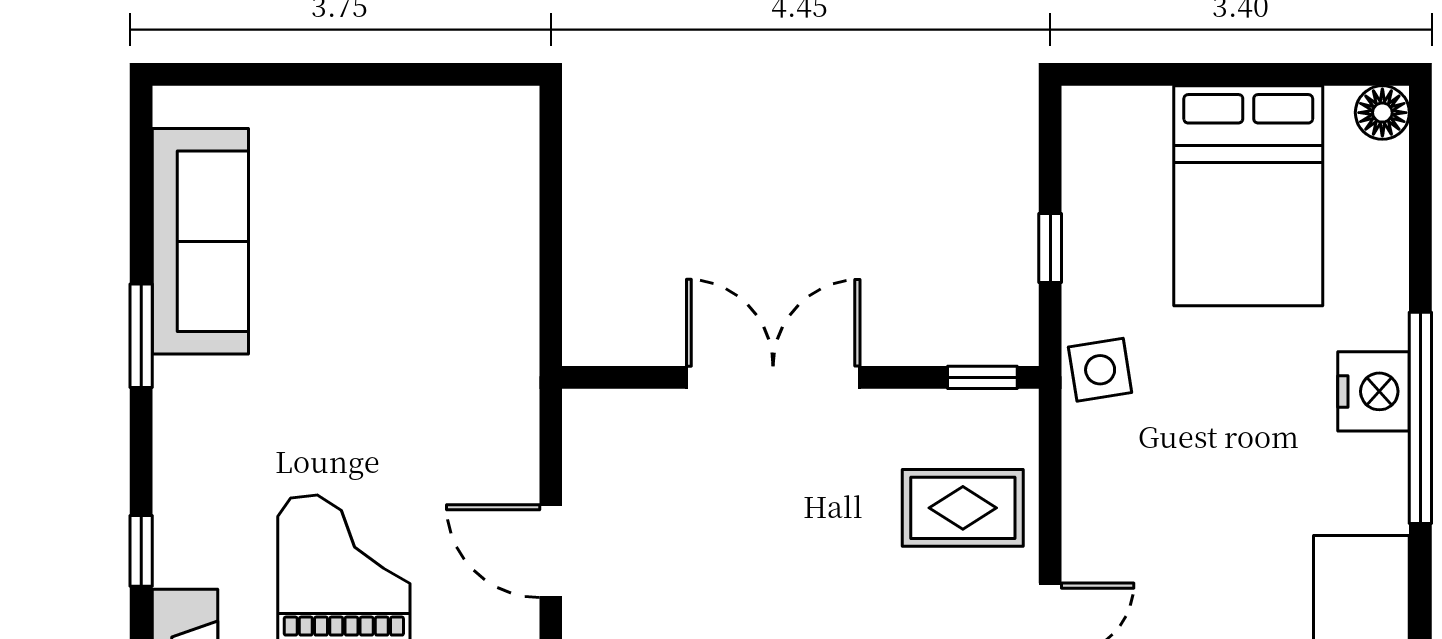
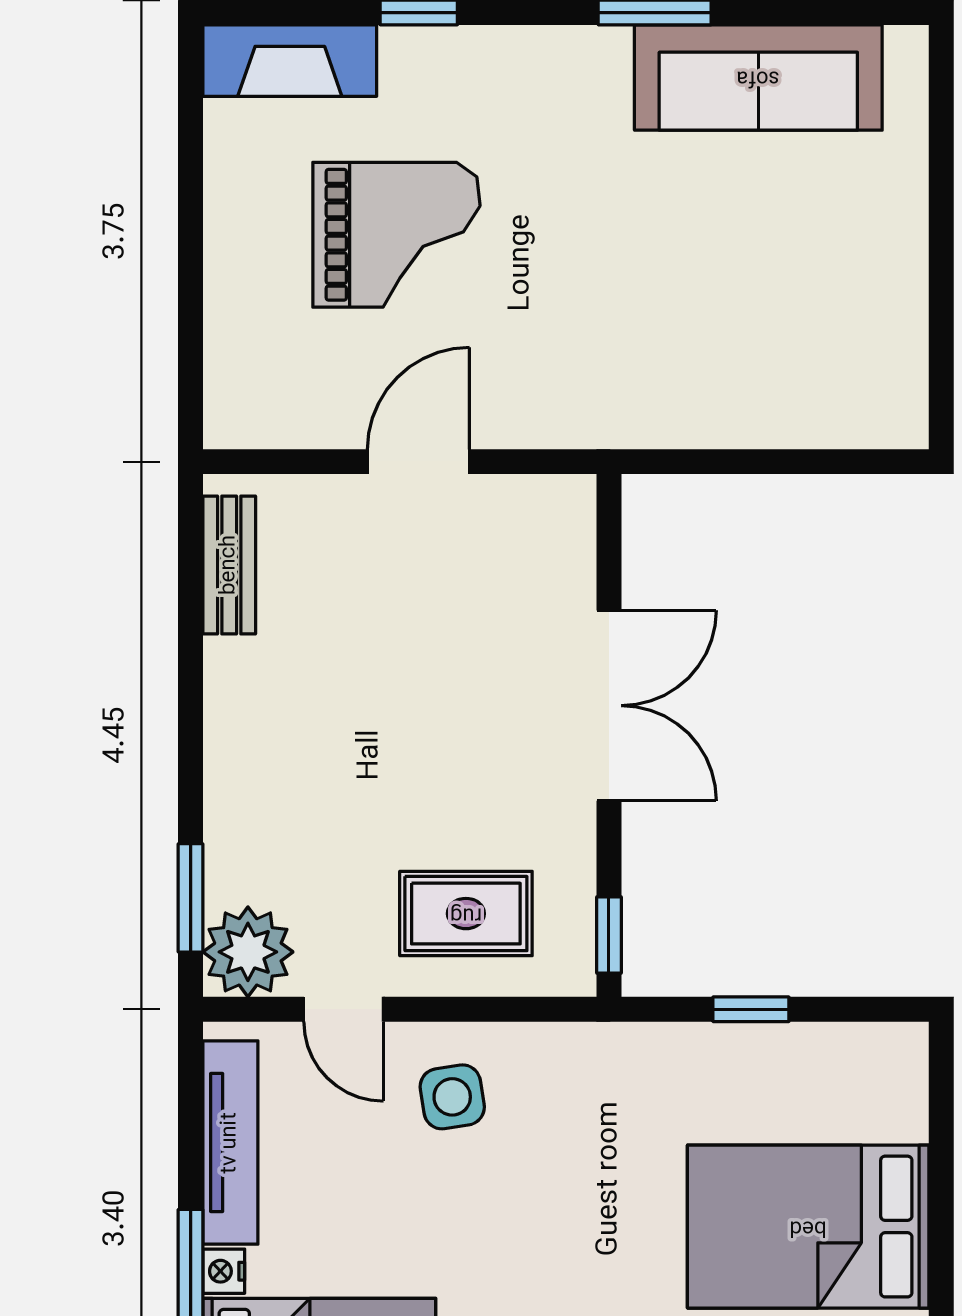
side table: (1100, 370) -> (452, 1097), moved
rug: (963, 508) -> (466, 914), turned 90

